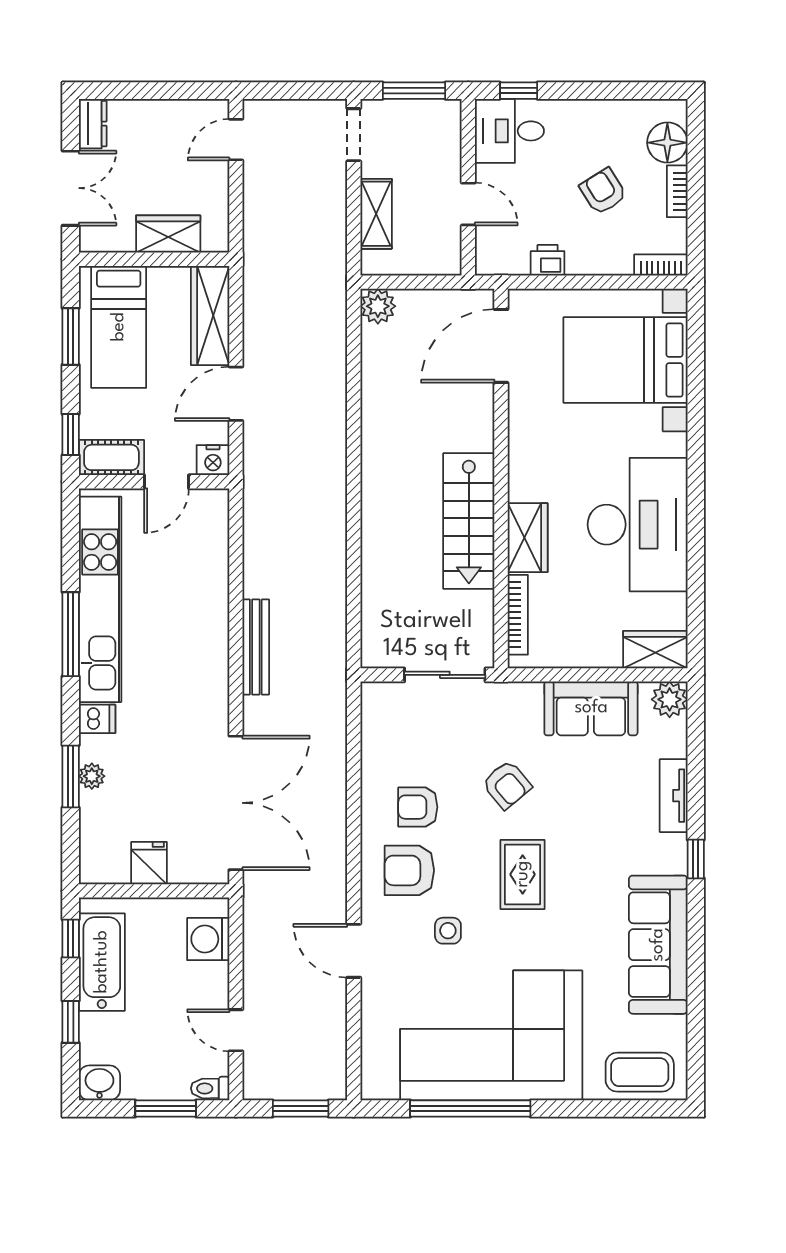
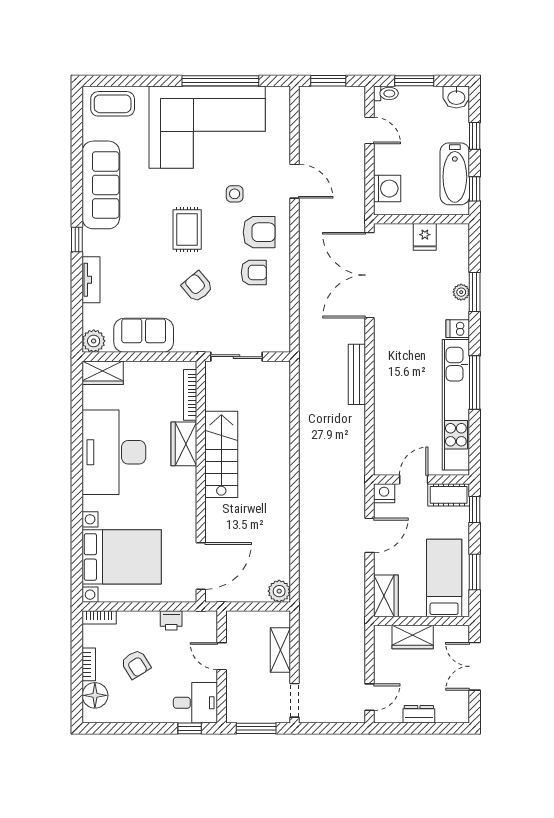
dresser: (93, 124) -> (419, 714), moved, turned 90
wardrobe: (210, 315) -> (386, 596), width x0.67

